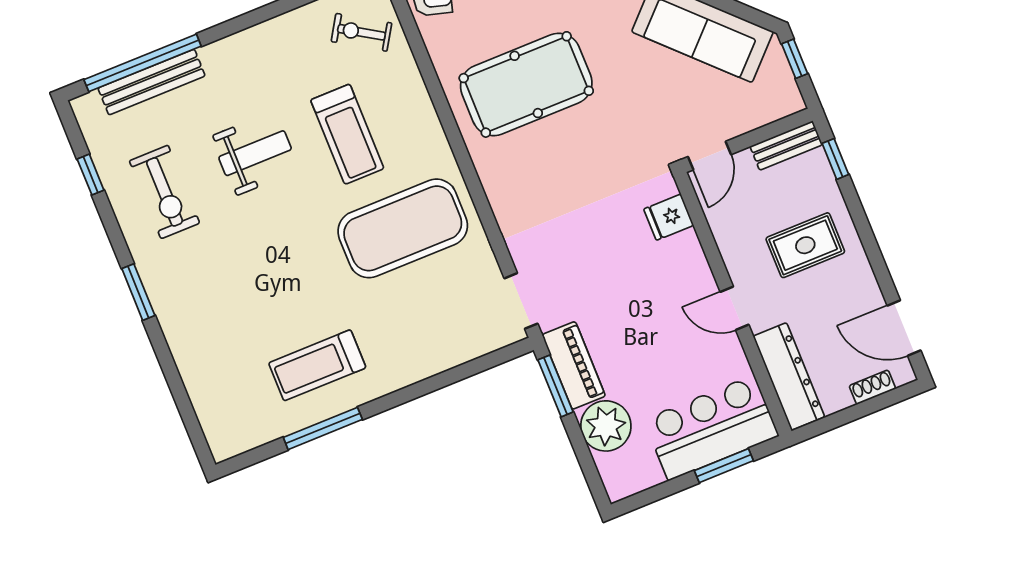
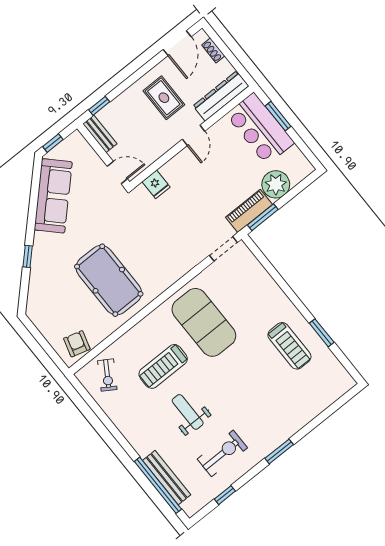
treadmill: (347, 134) -> (163, 366), turned 180
rug: (805, 245) -> (164, 98), moved
window: (323, 428) -> (322, 333), width x0.69

